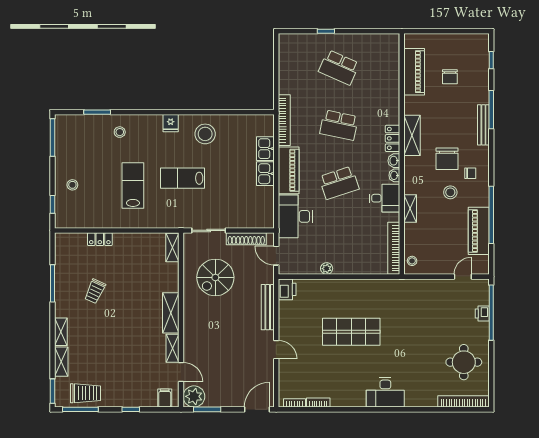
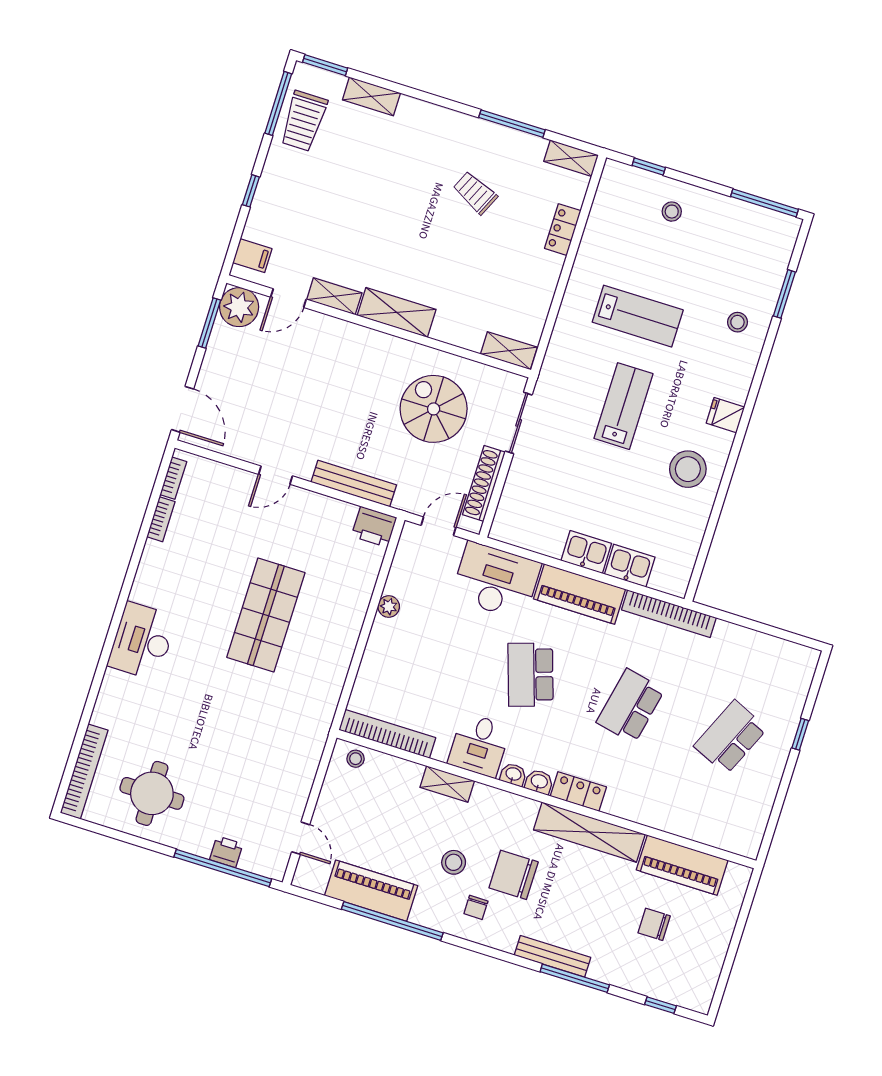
shelving: (412, 135) -> (589, 832), width x1.47
shelving: (61, 332) -> (571, 158), moved

